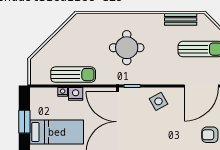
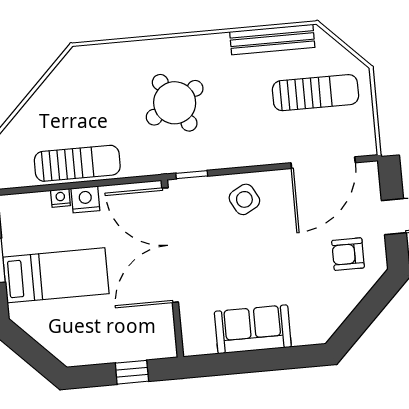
bench: (181, 19) -> (272, 40), width x1.36
round table: (127, 48) -> (175, 103), turned -30

